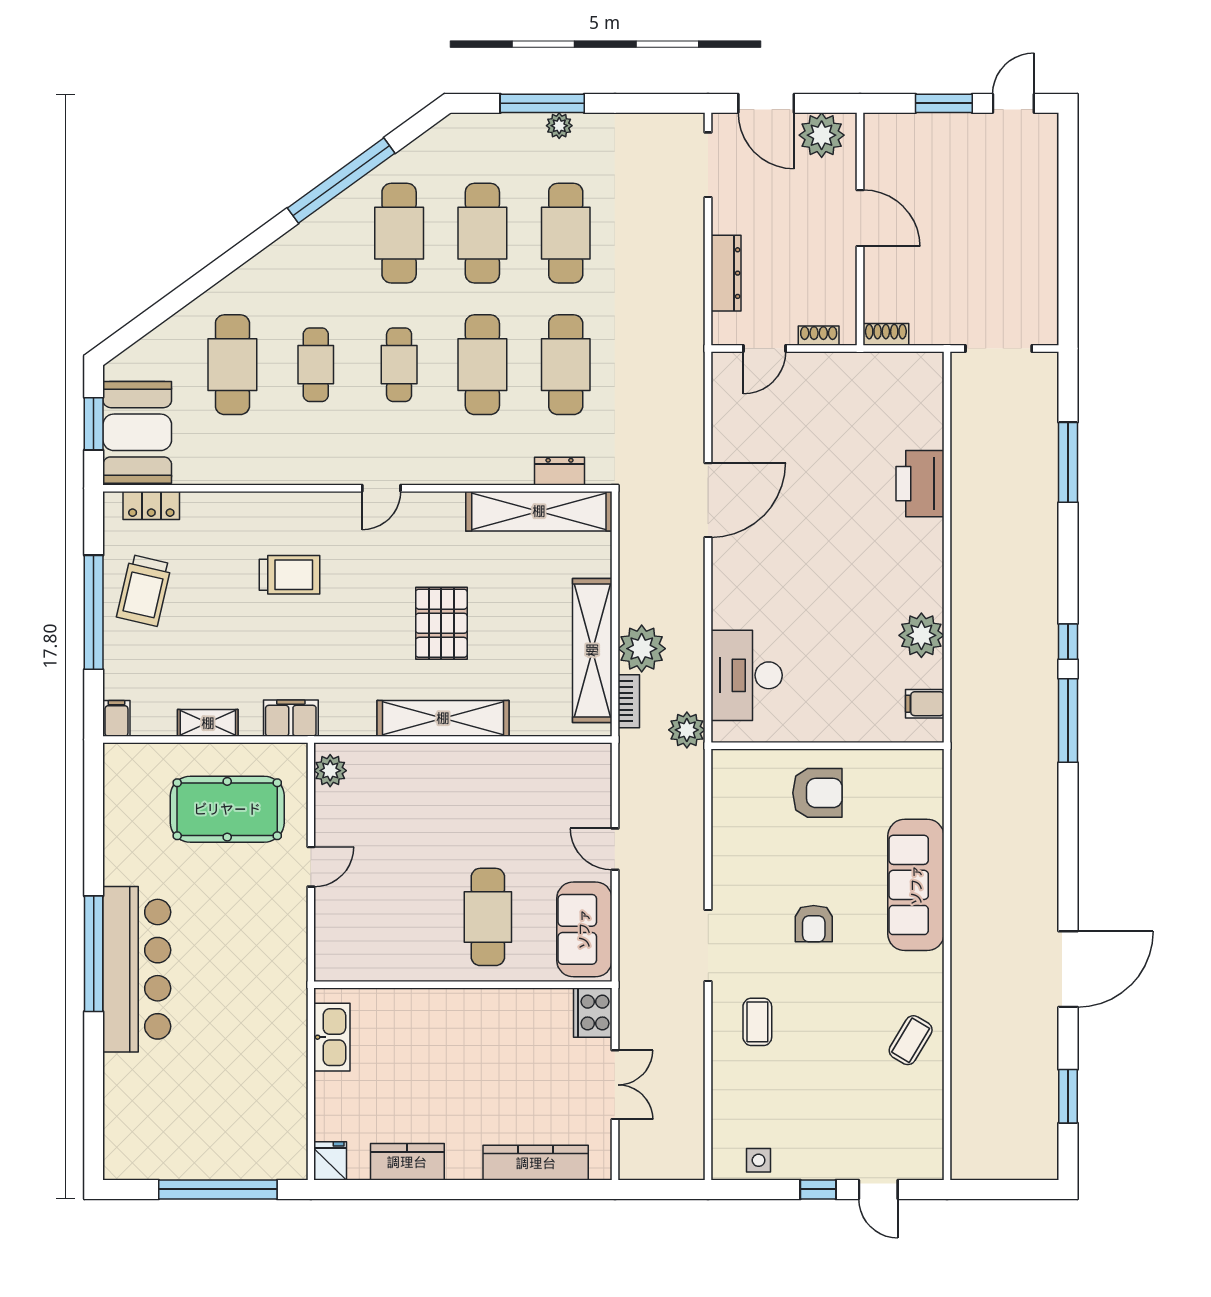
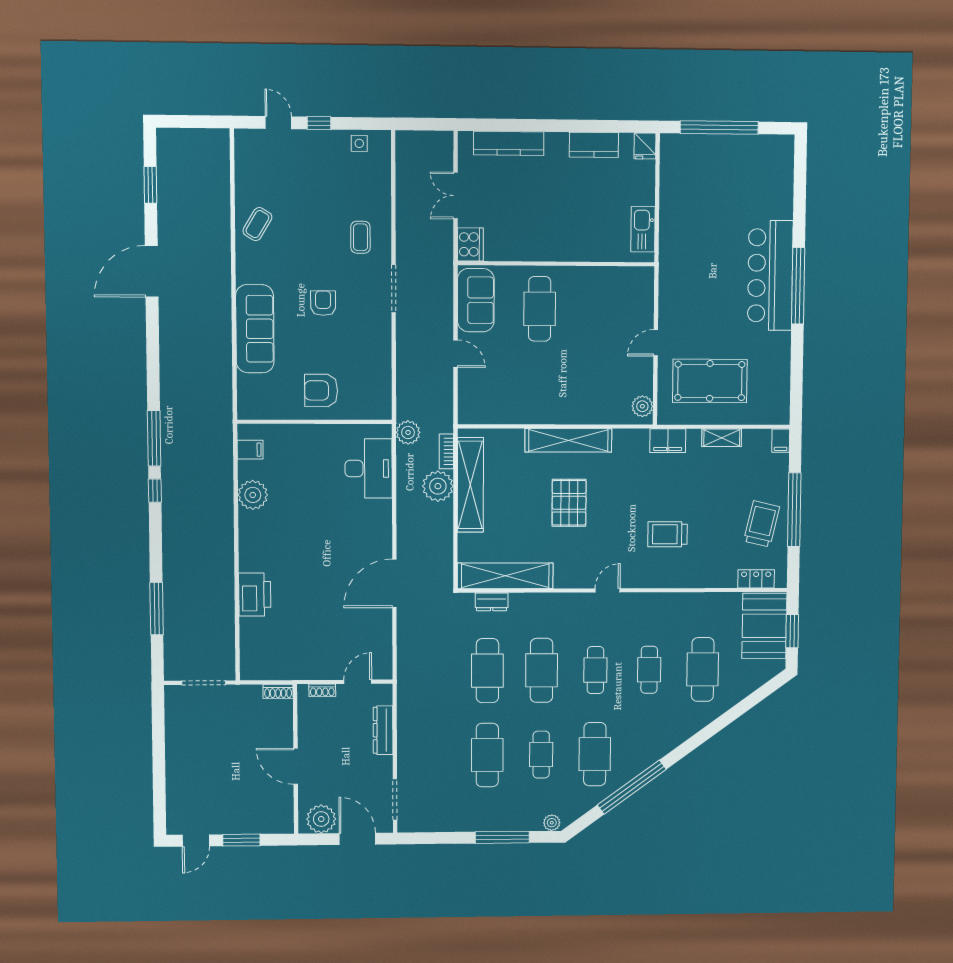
plant: (559, 126) -> (552, 823), moved
cafe table: (482, 233) -> (541, 755), width x0.73, depth x0.74

